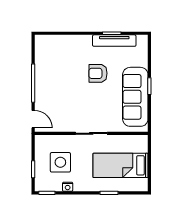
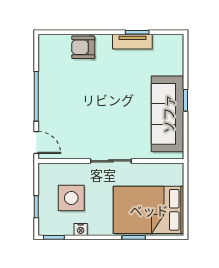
tv unit: (114, 41) -> (132, 42), width x0.71
armchair: (98, 73) -> (83, 47), moved
bed: (120, 165) -> (149, 210), width x1.50

